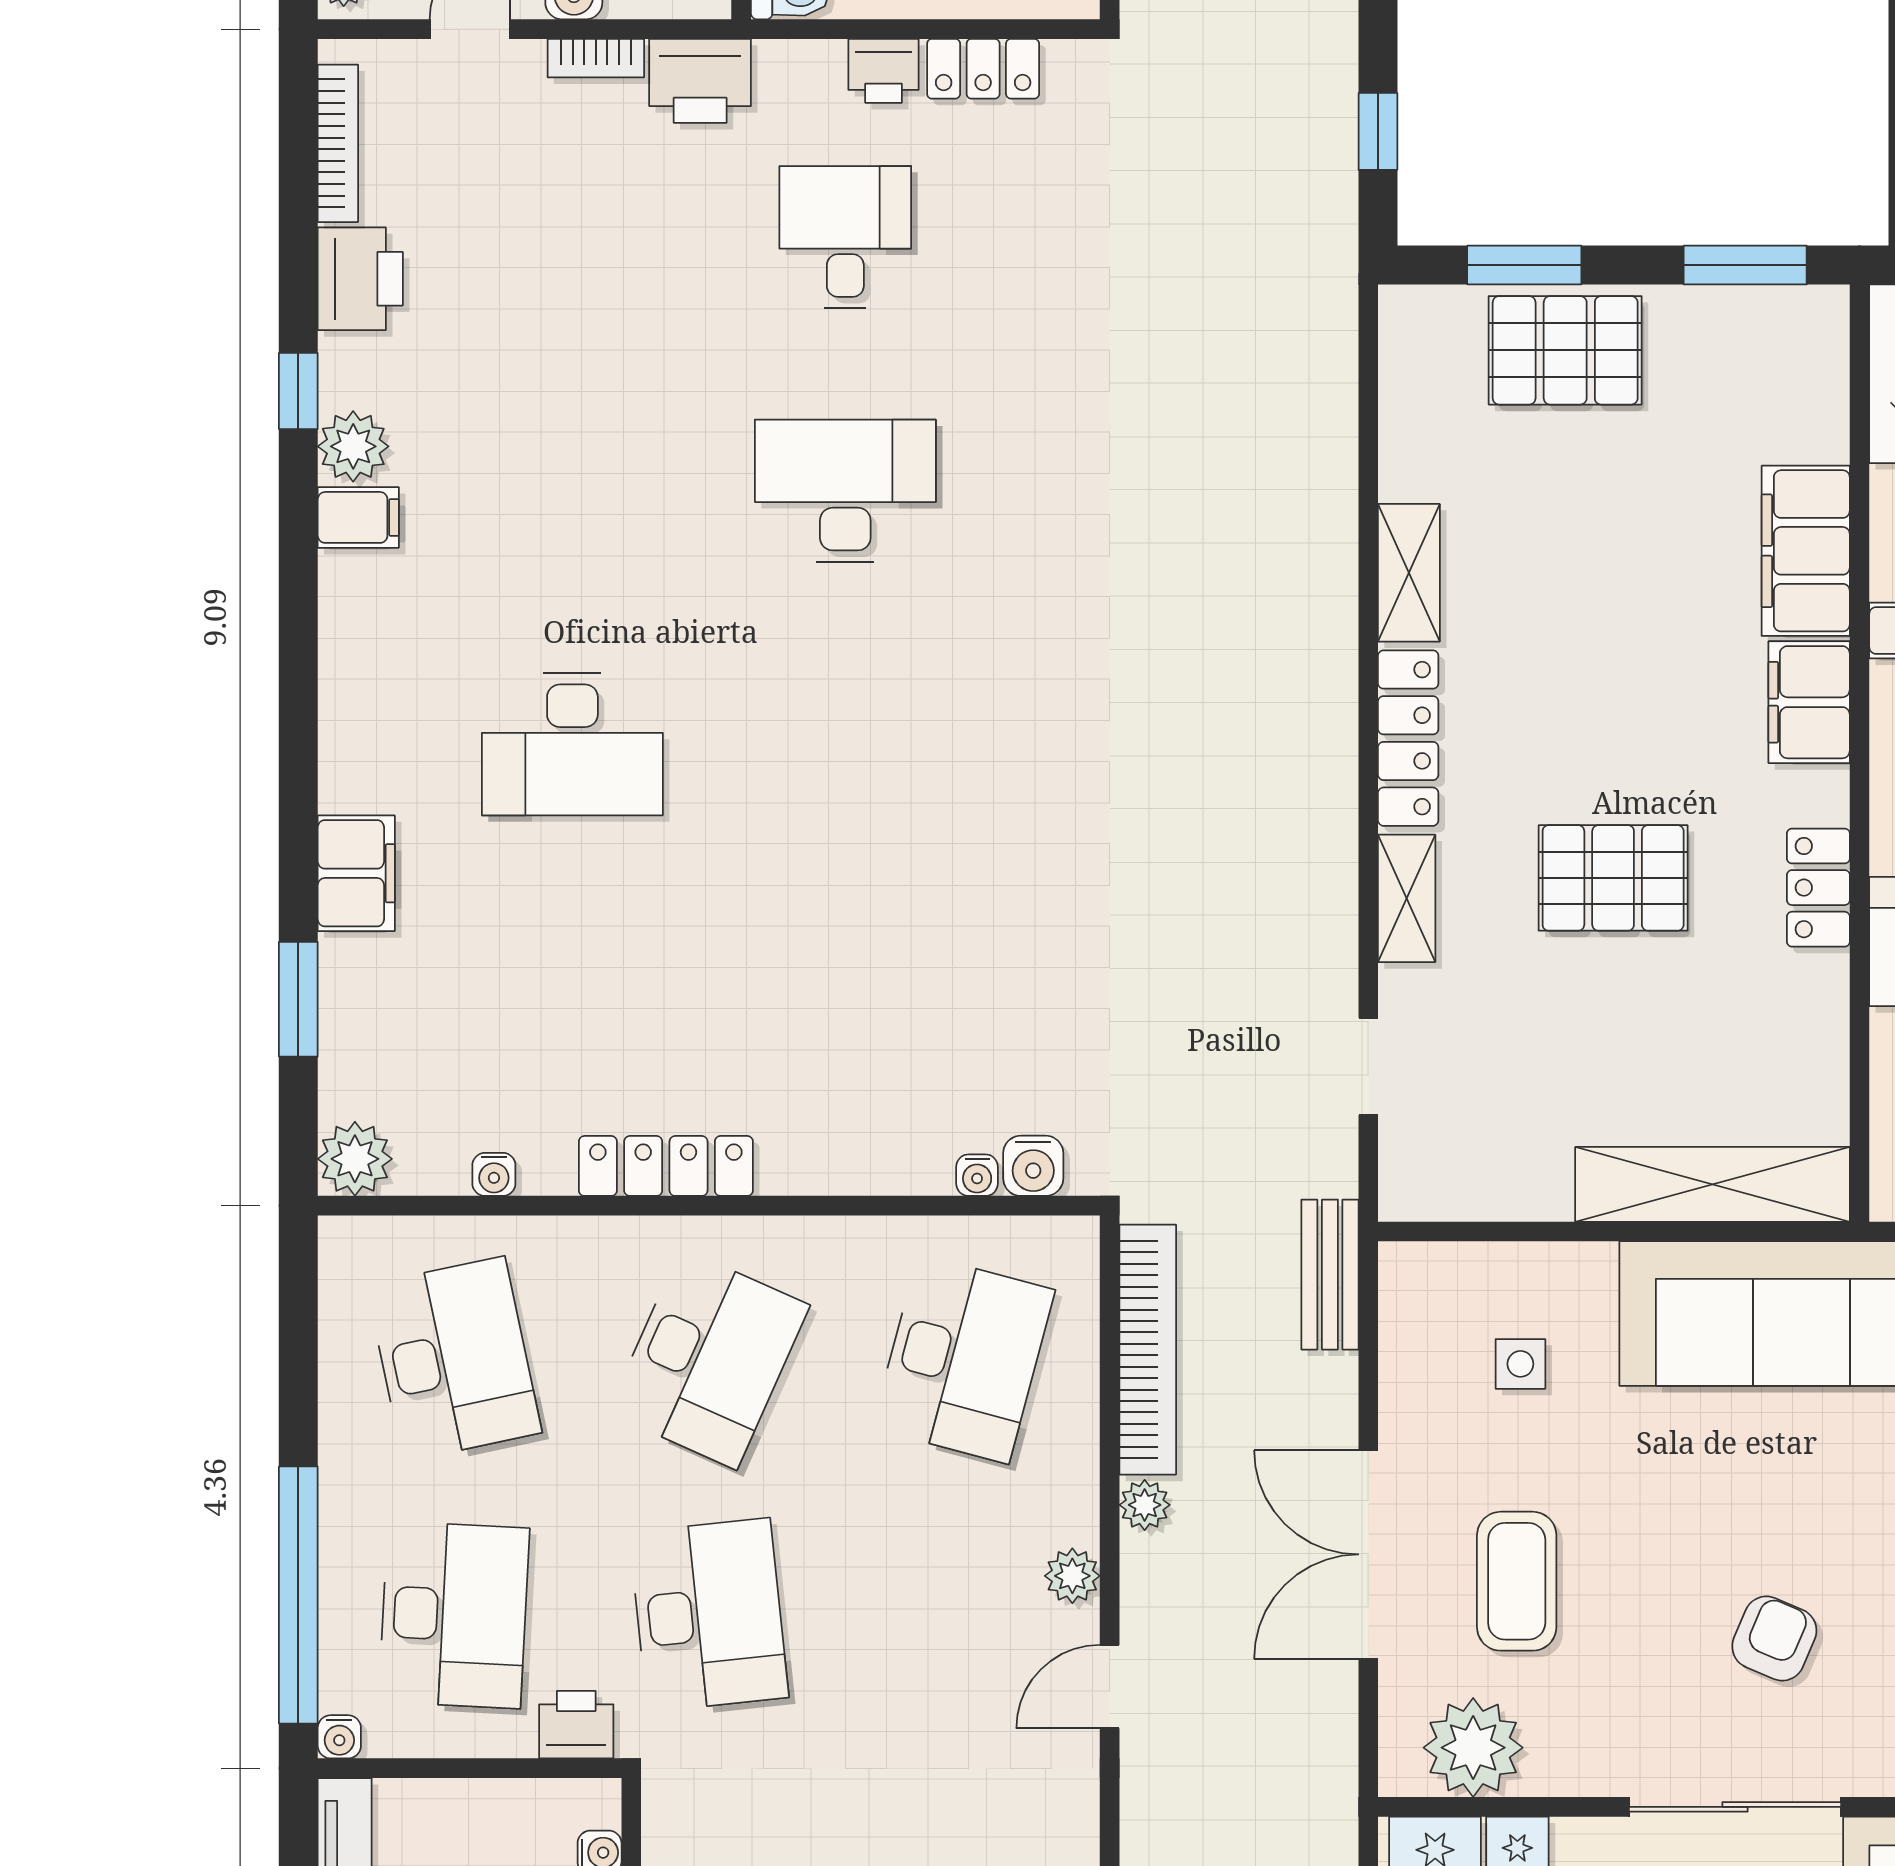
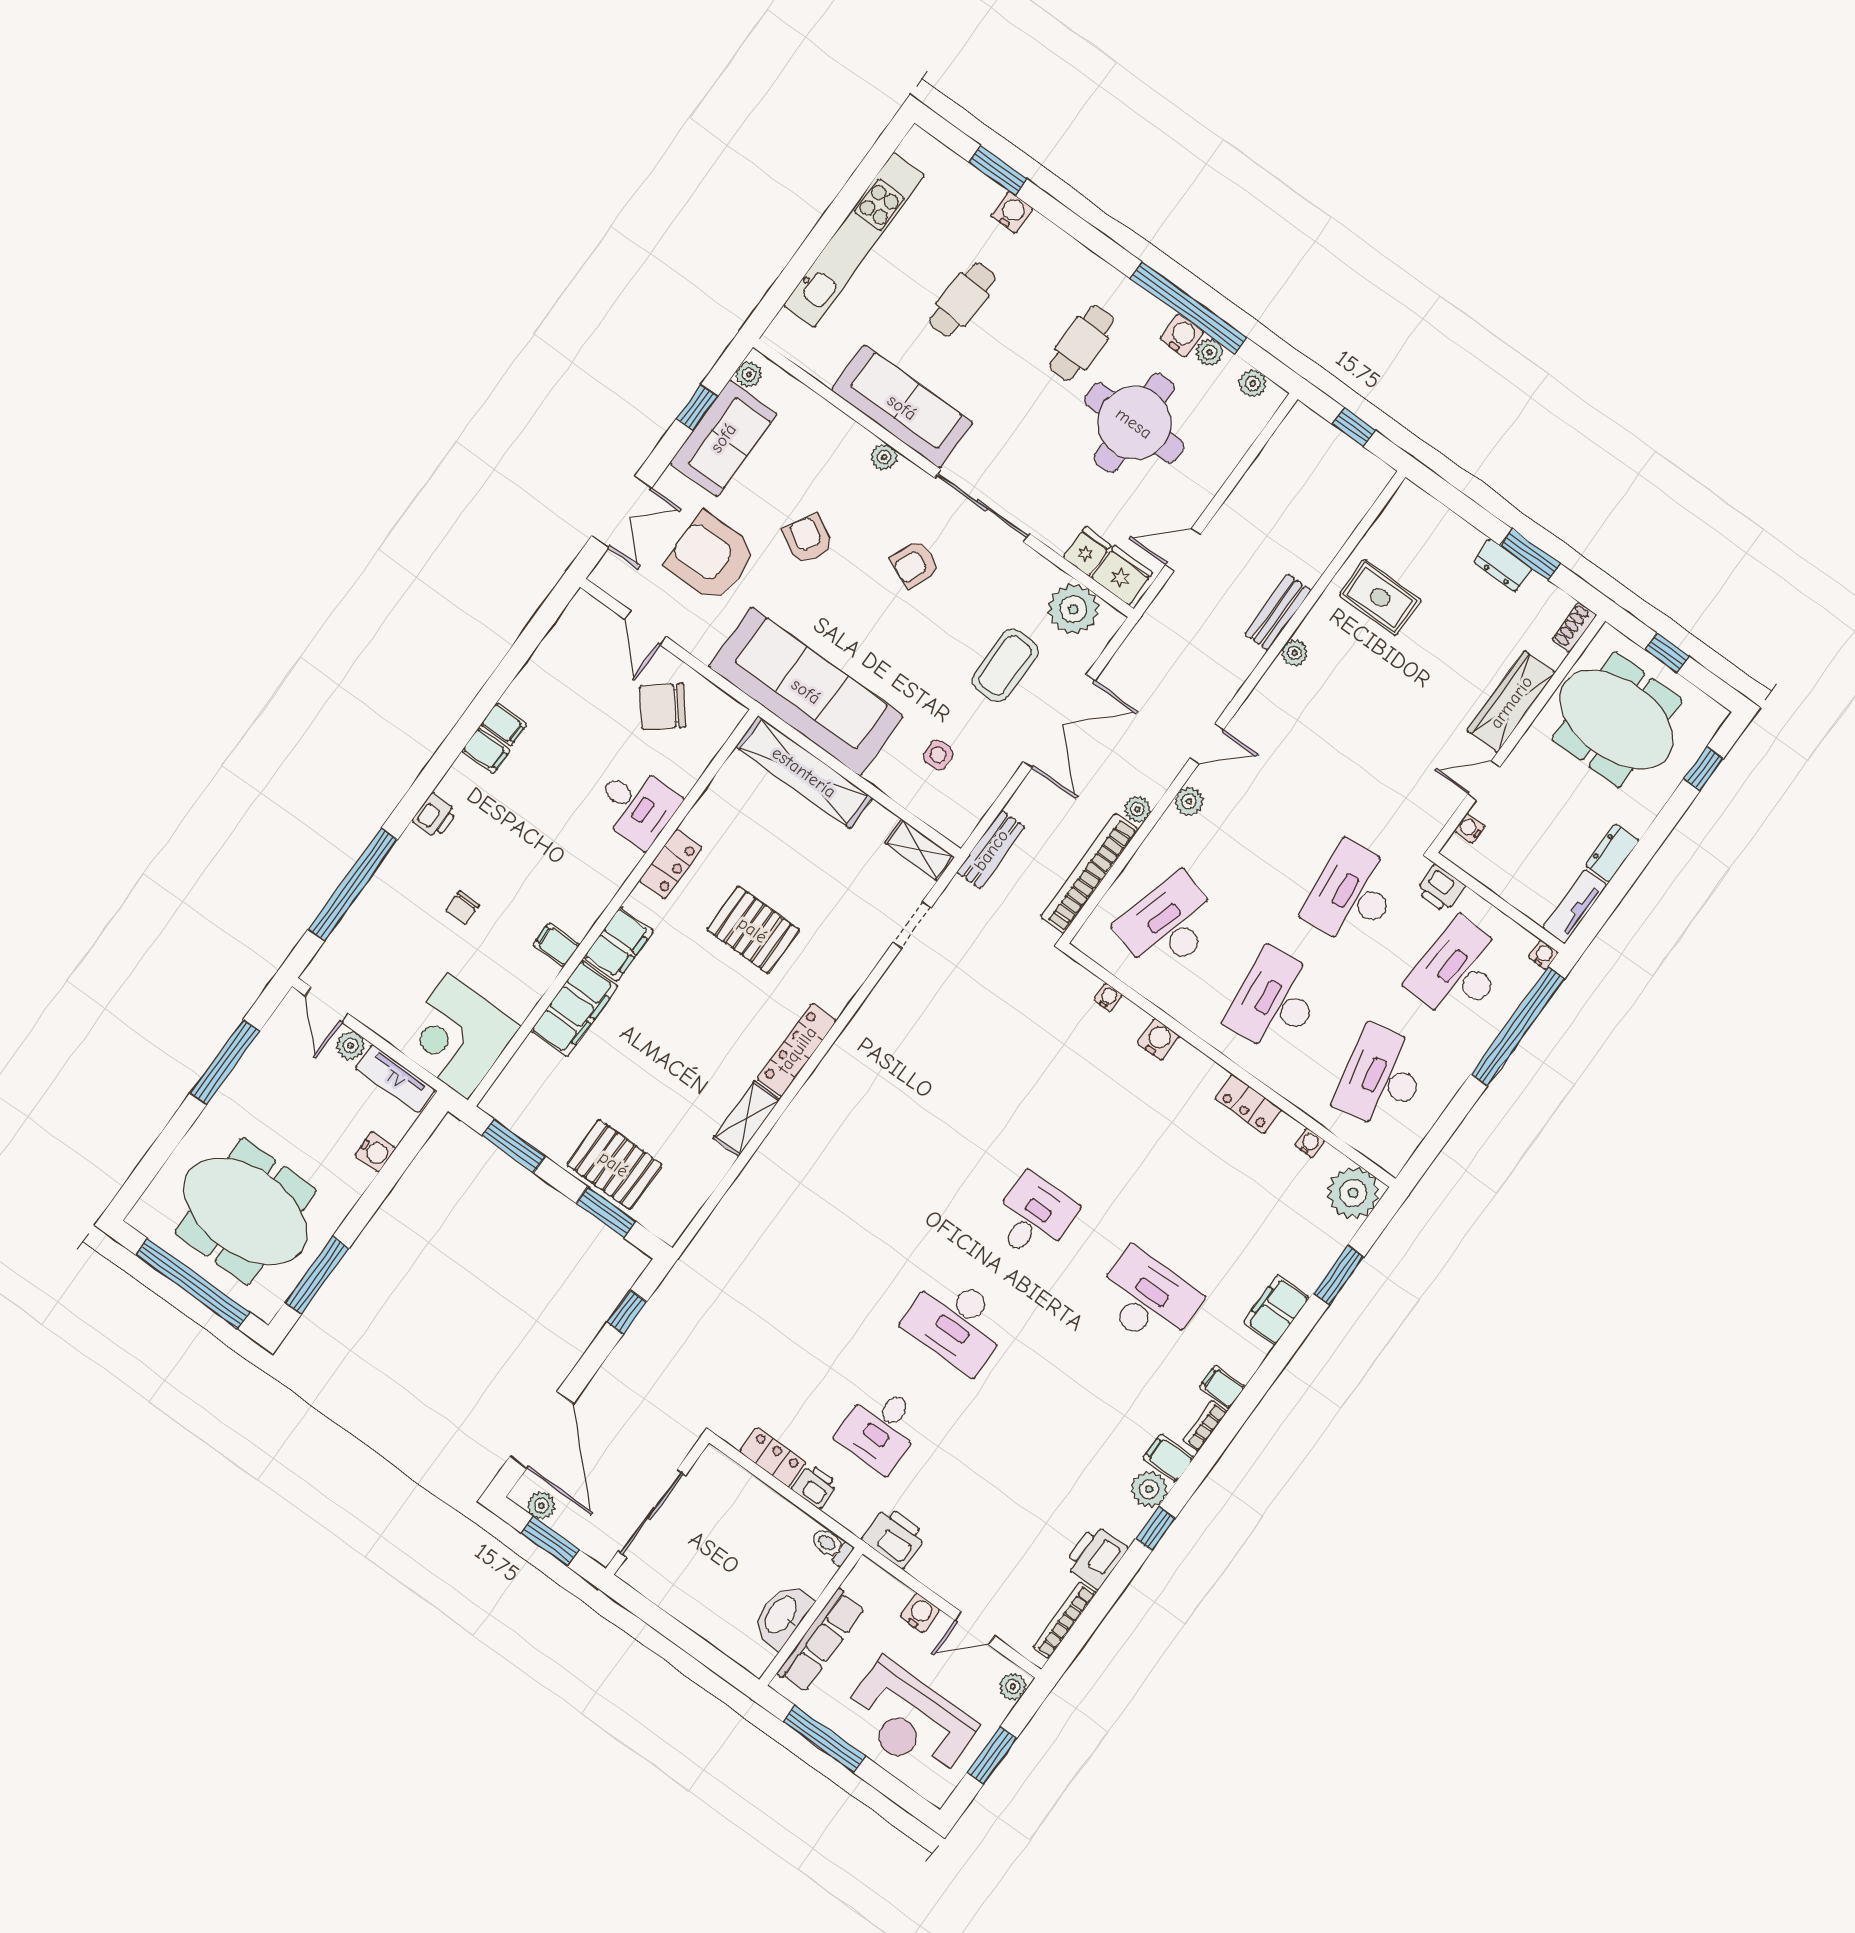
bookcase: (596, 58) -> (1205, 1426), moved, turned -90
filing cabinet: (355, 691) -> (1222, 1387), added
desk: (845, 744) -> (1033, 1217), added
shelving: (1407, 898) -> (920, 850), moved, turned 90
plant: (355, 1159) -> (1353, 1193), width x1.36, depth x1.36
locker: (666, 1166) -> (1248, 1104), width x0.66
water cooler: (1033, 1166) -> (1158, 1039), moved
desk: (709, 1359) -> (1275, 1001), turned -30

